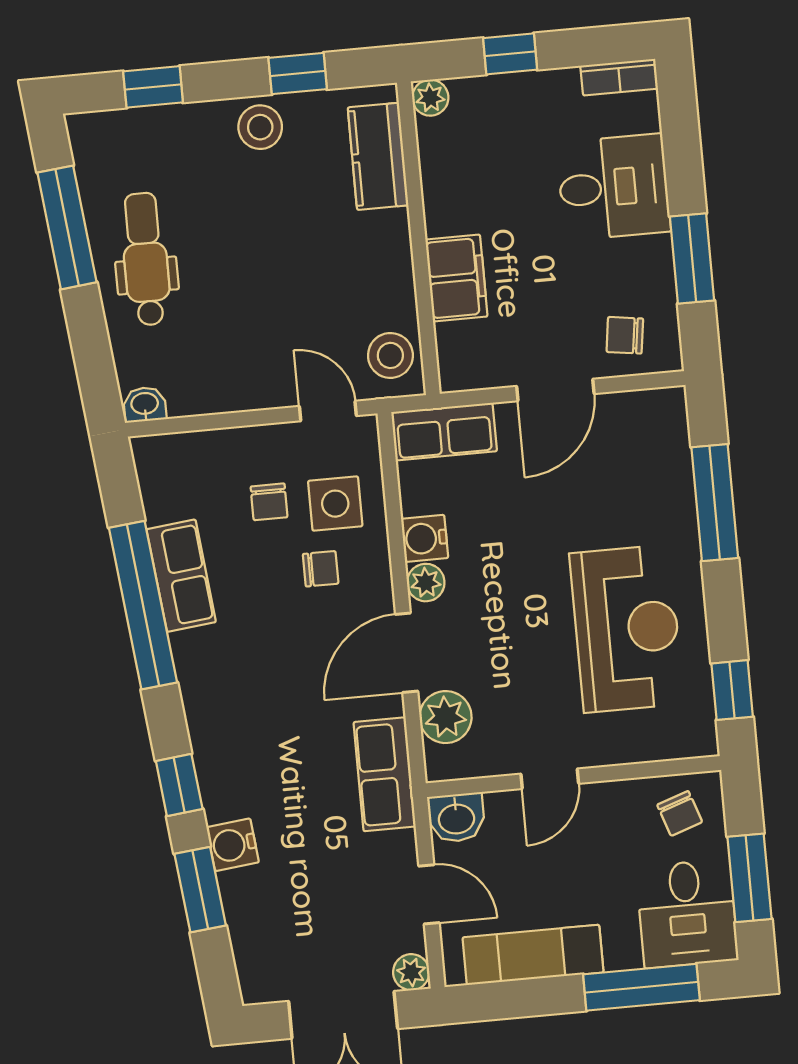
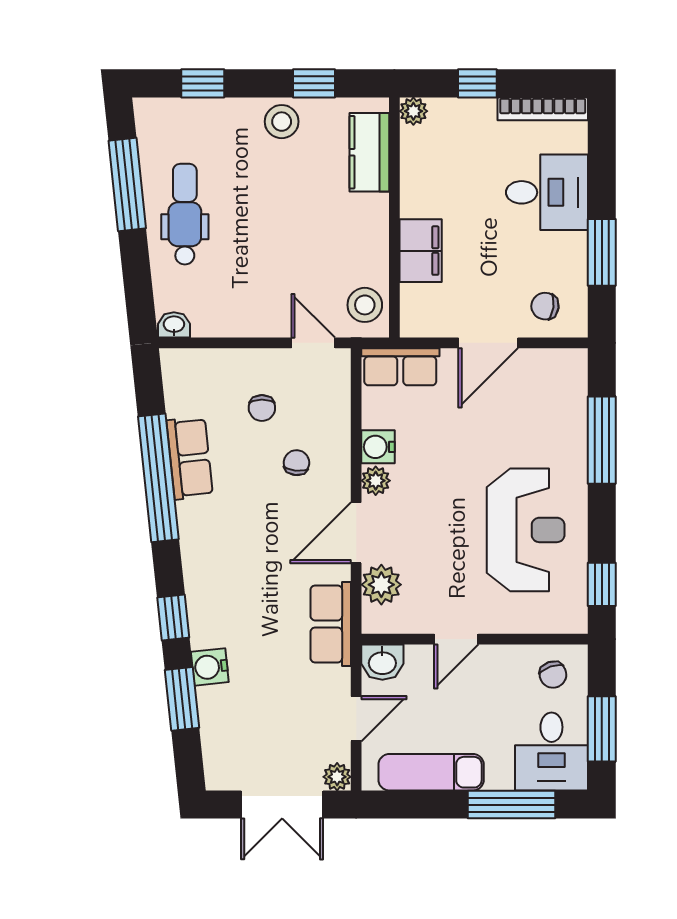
bookcase: (619, 77) -> (543, 109), width x1.56
side table: (335, 504) -> (312, 414), removed
chair: (321, 569) -> (296, 463), turned -84
door: (429, 894) -> (356, 719), hinge flipped

